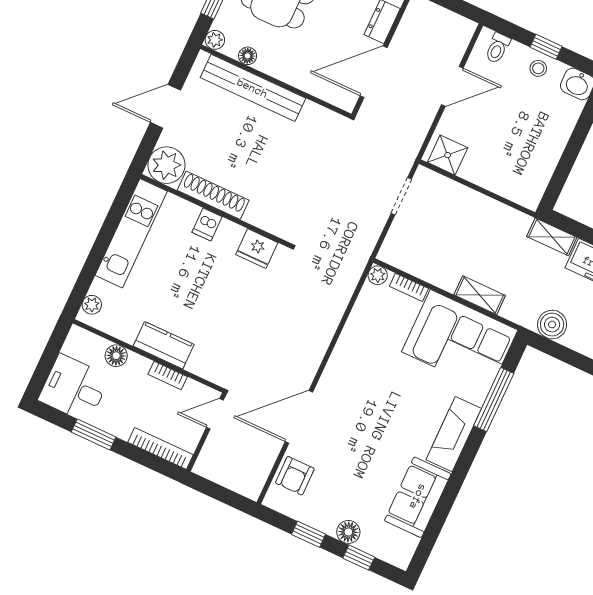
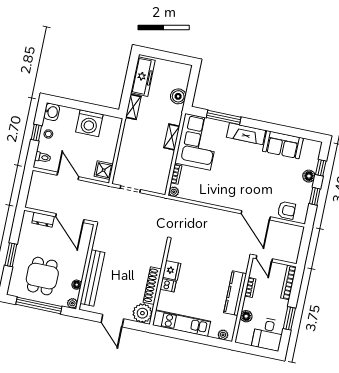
washing machine: (541, 149) -> (89, 123), added
fridge: (257, 249) -> (172, 270), moved
kitchen counter: (164, 345) -> (235, 293), width x1.50

